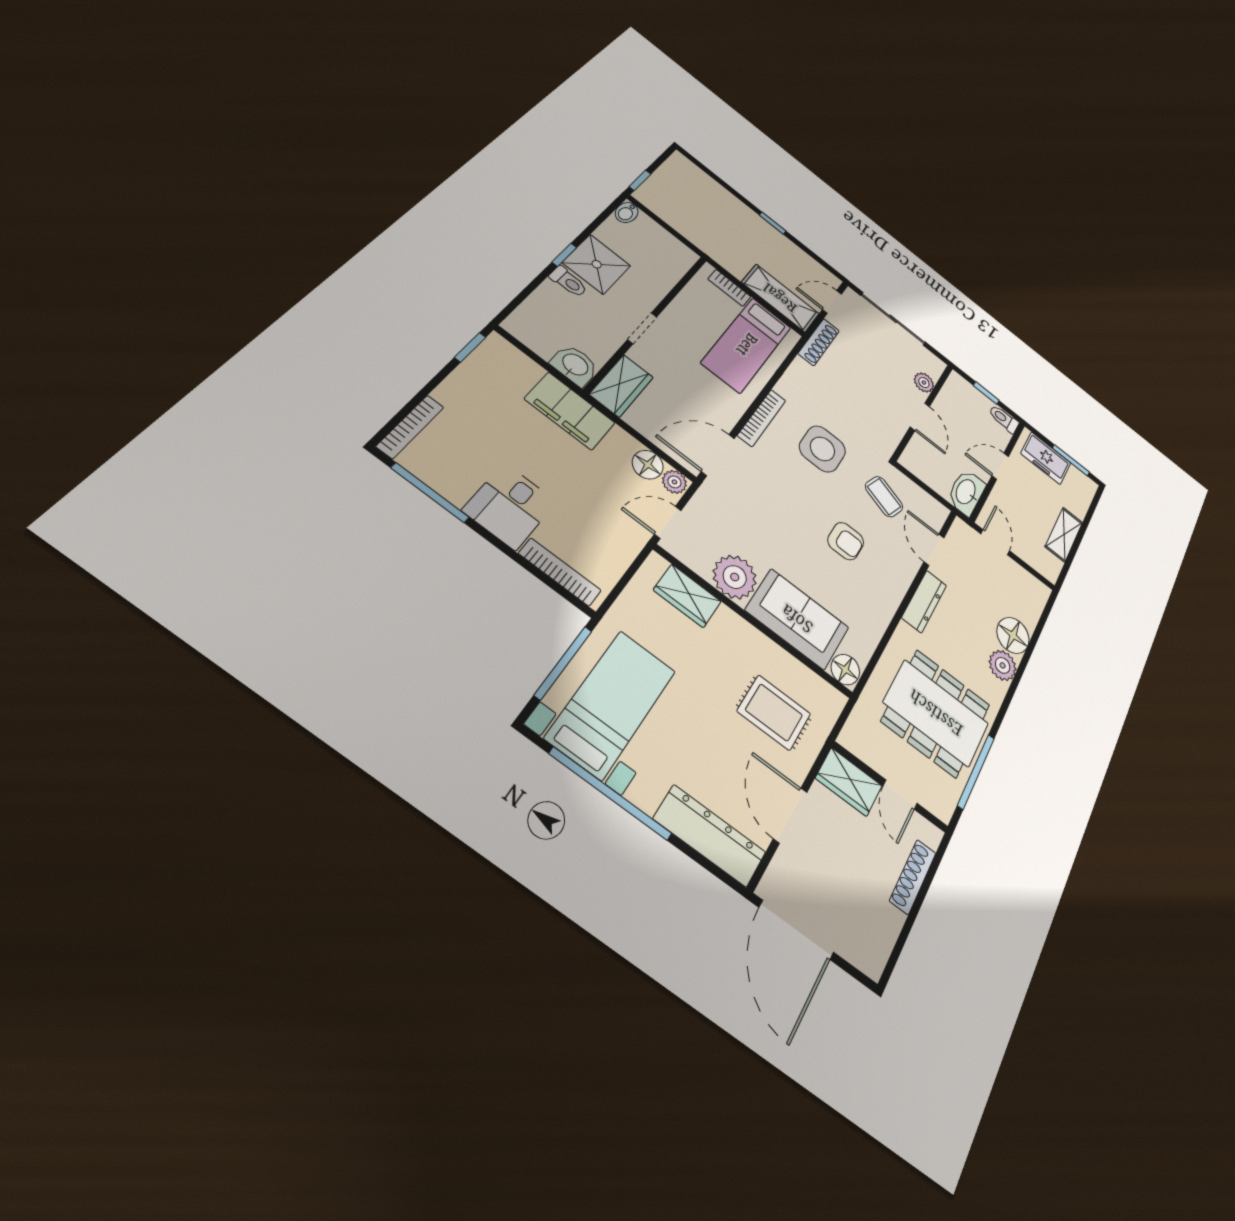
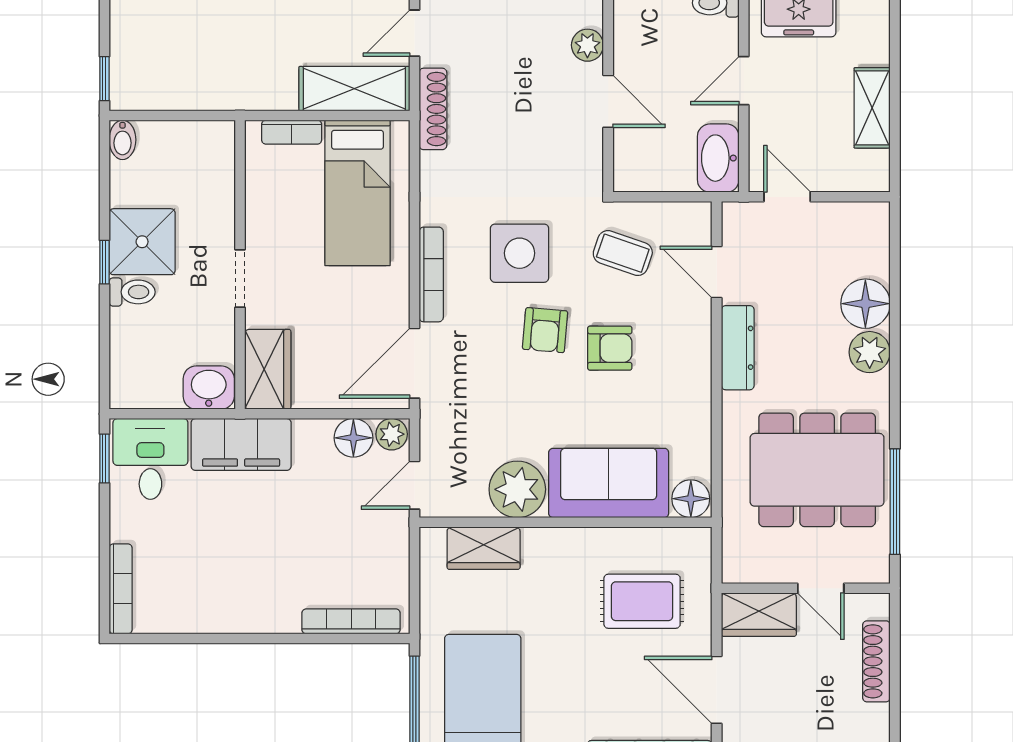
window: (430, 493) -> (186, 639), removed
armchair: (812, 501) -> (545, 330), added
desk: (510, 506) -> (150, 459), moved, turned 180

